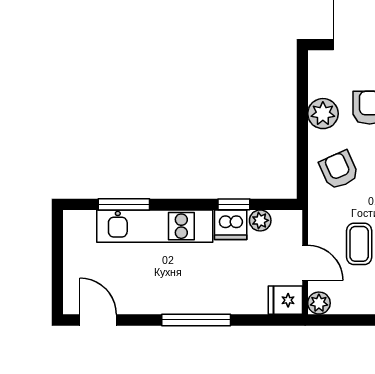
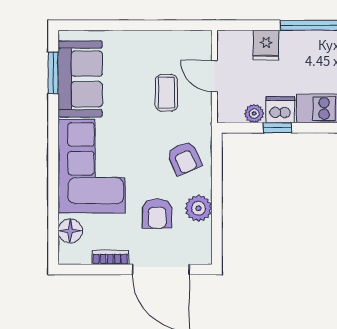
fridge: (285, 300) -> (266, 45), moved, turned 90
plant: (319, 303) -> (202, 40), removed

